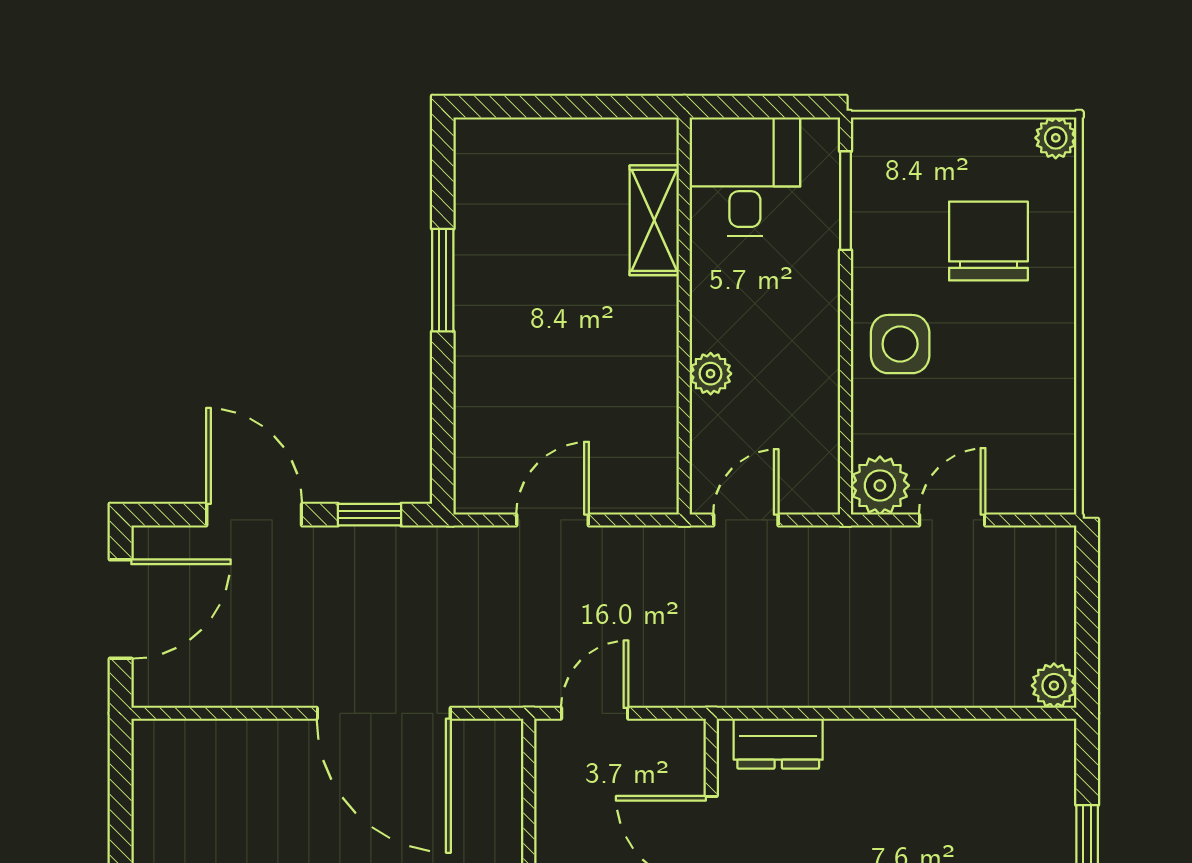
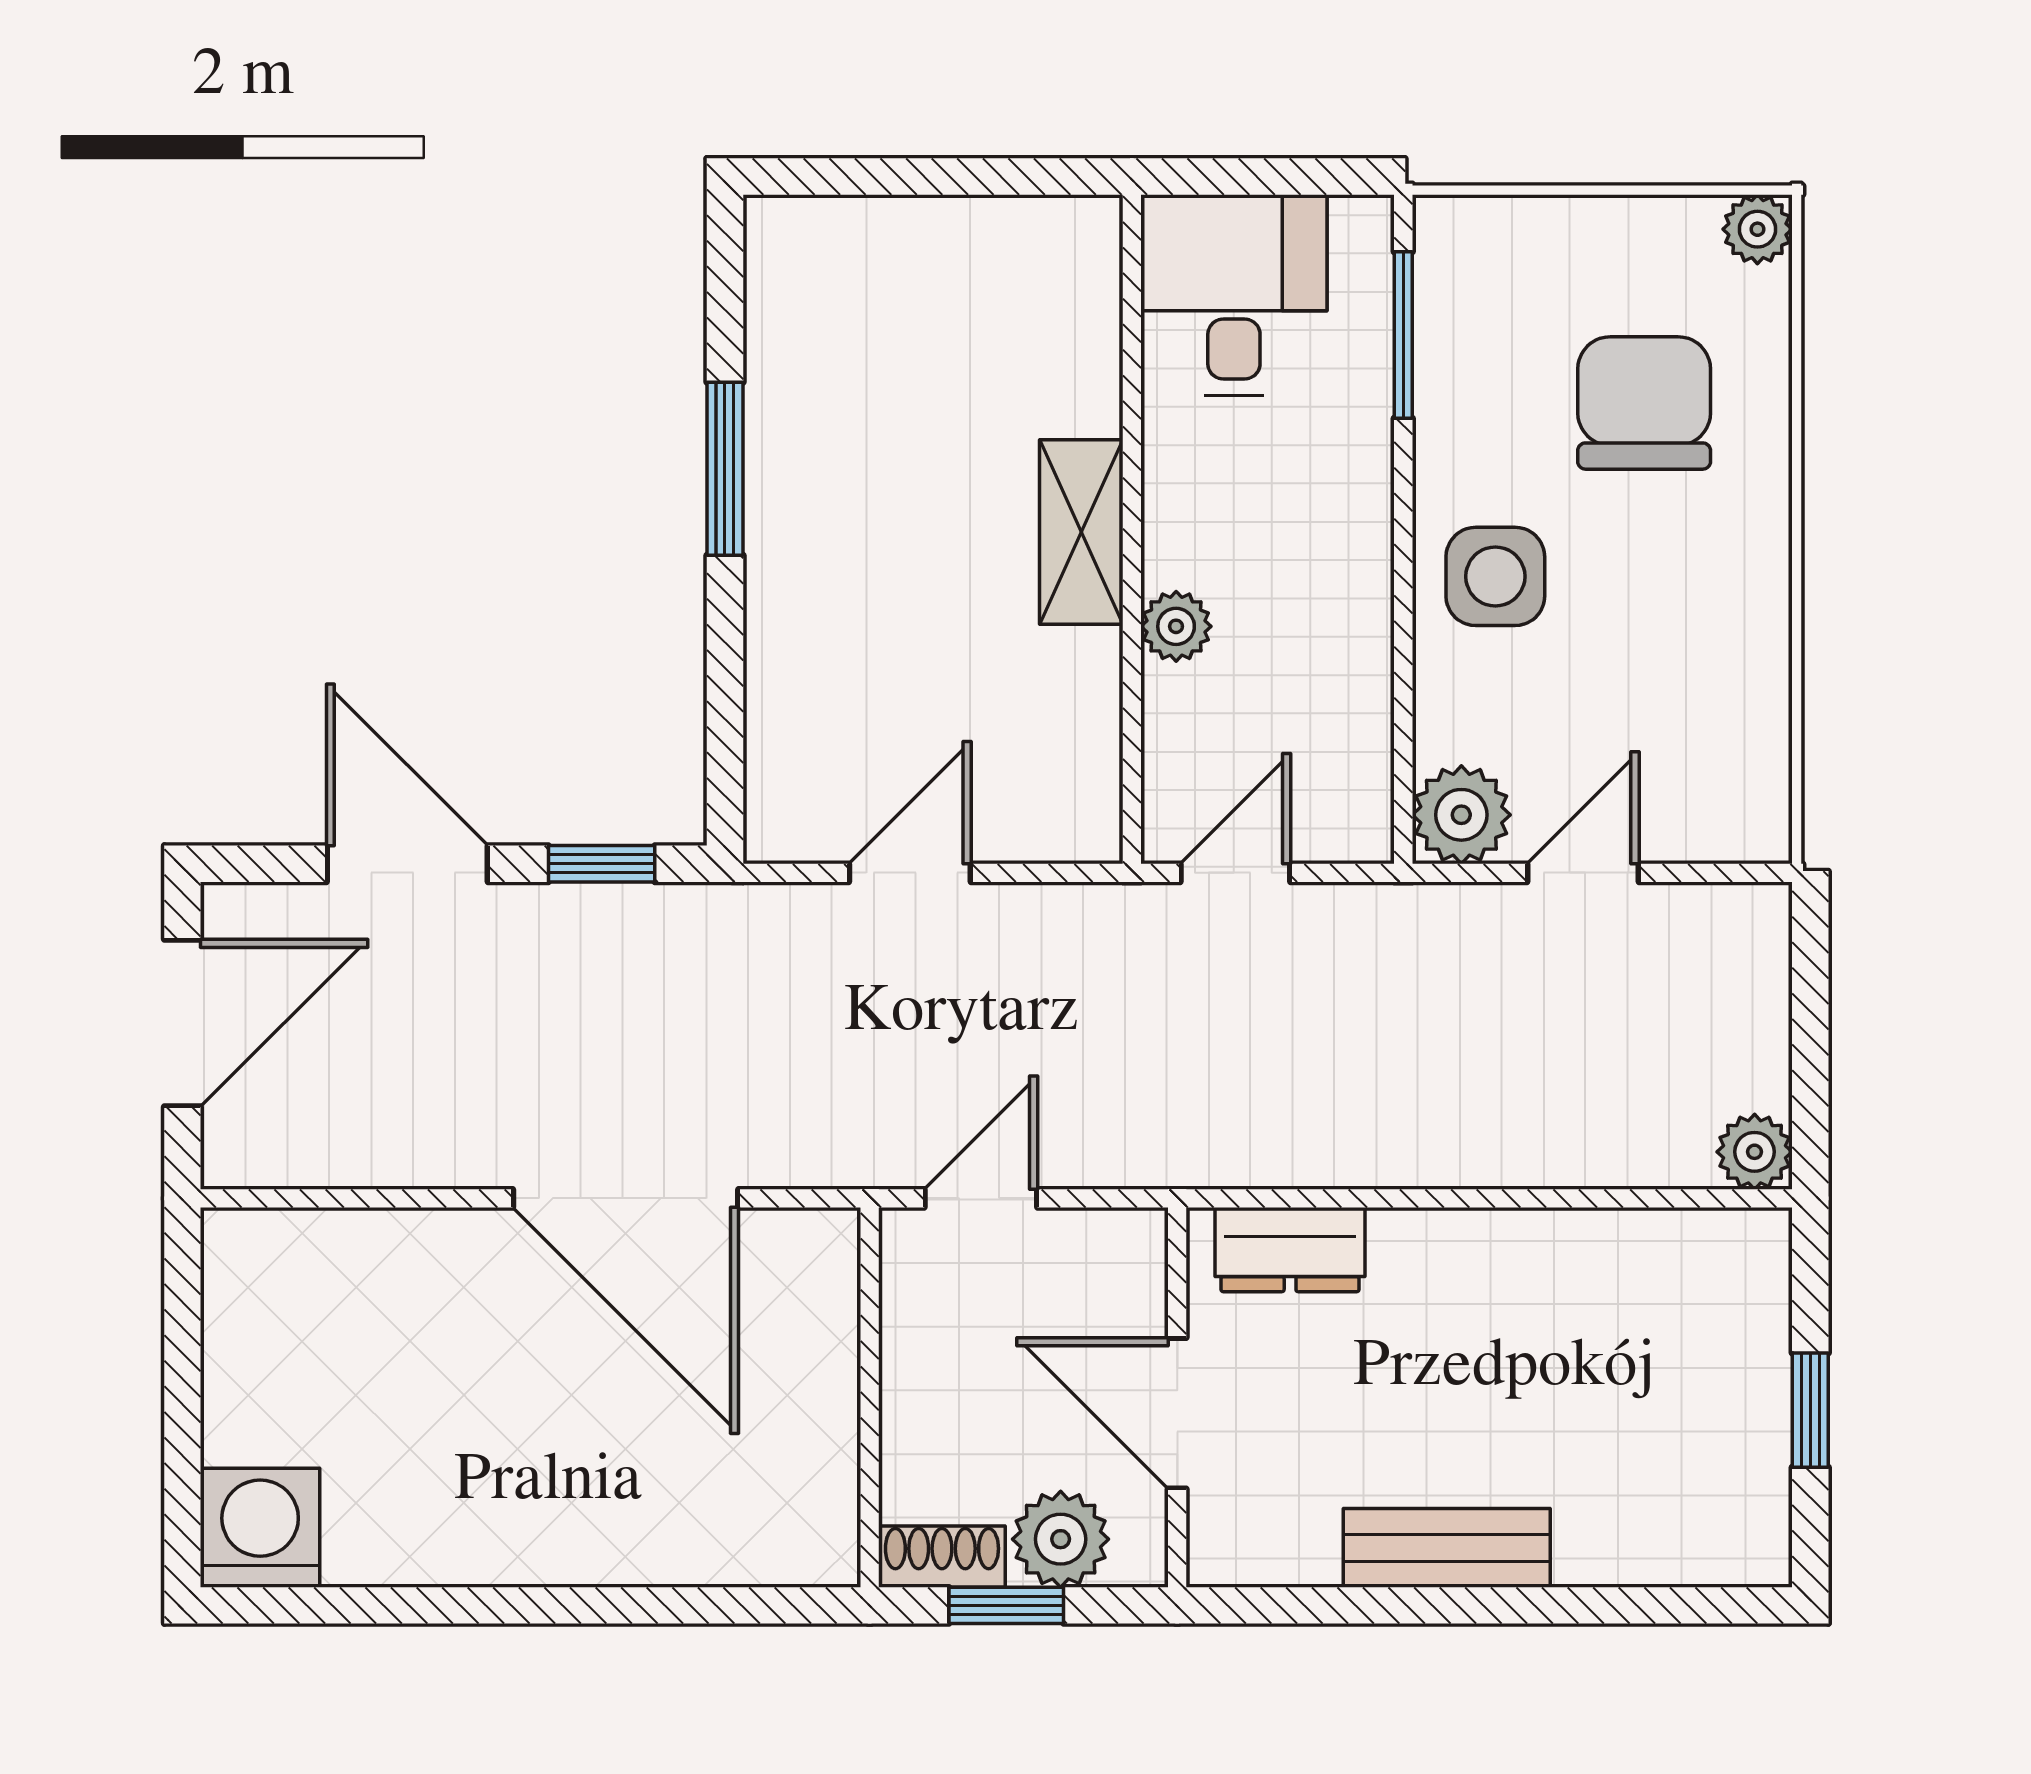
shelving: (654, 220) -> (1081, 532), moved

